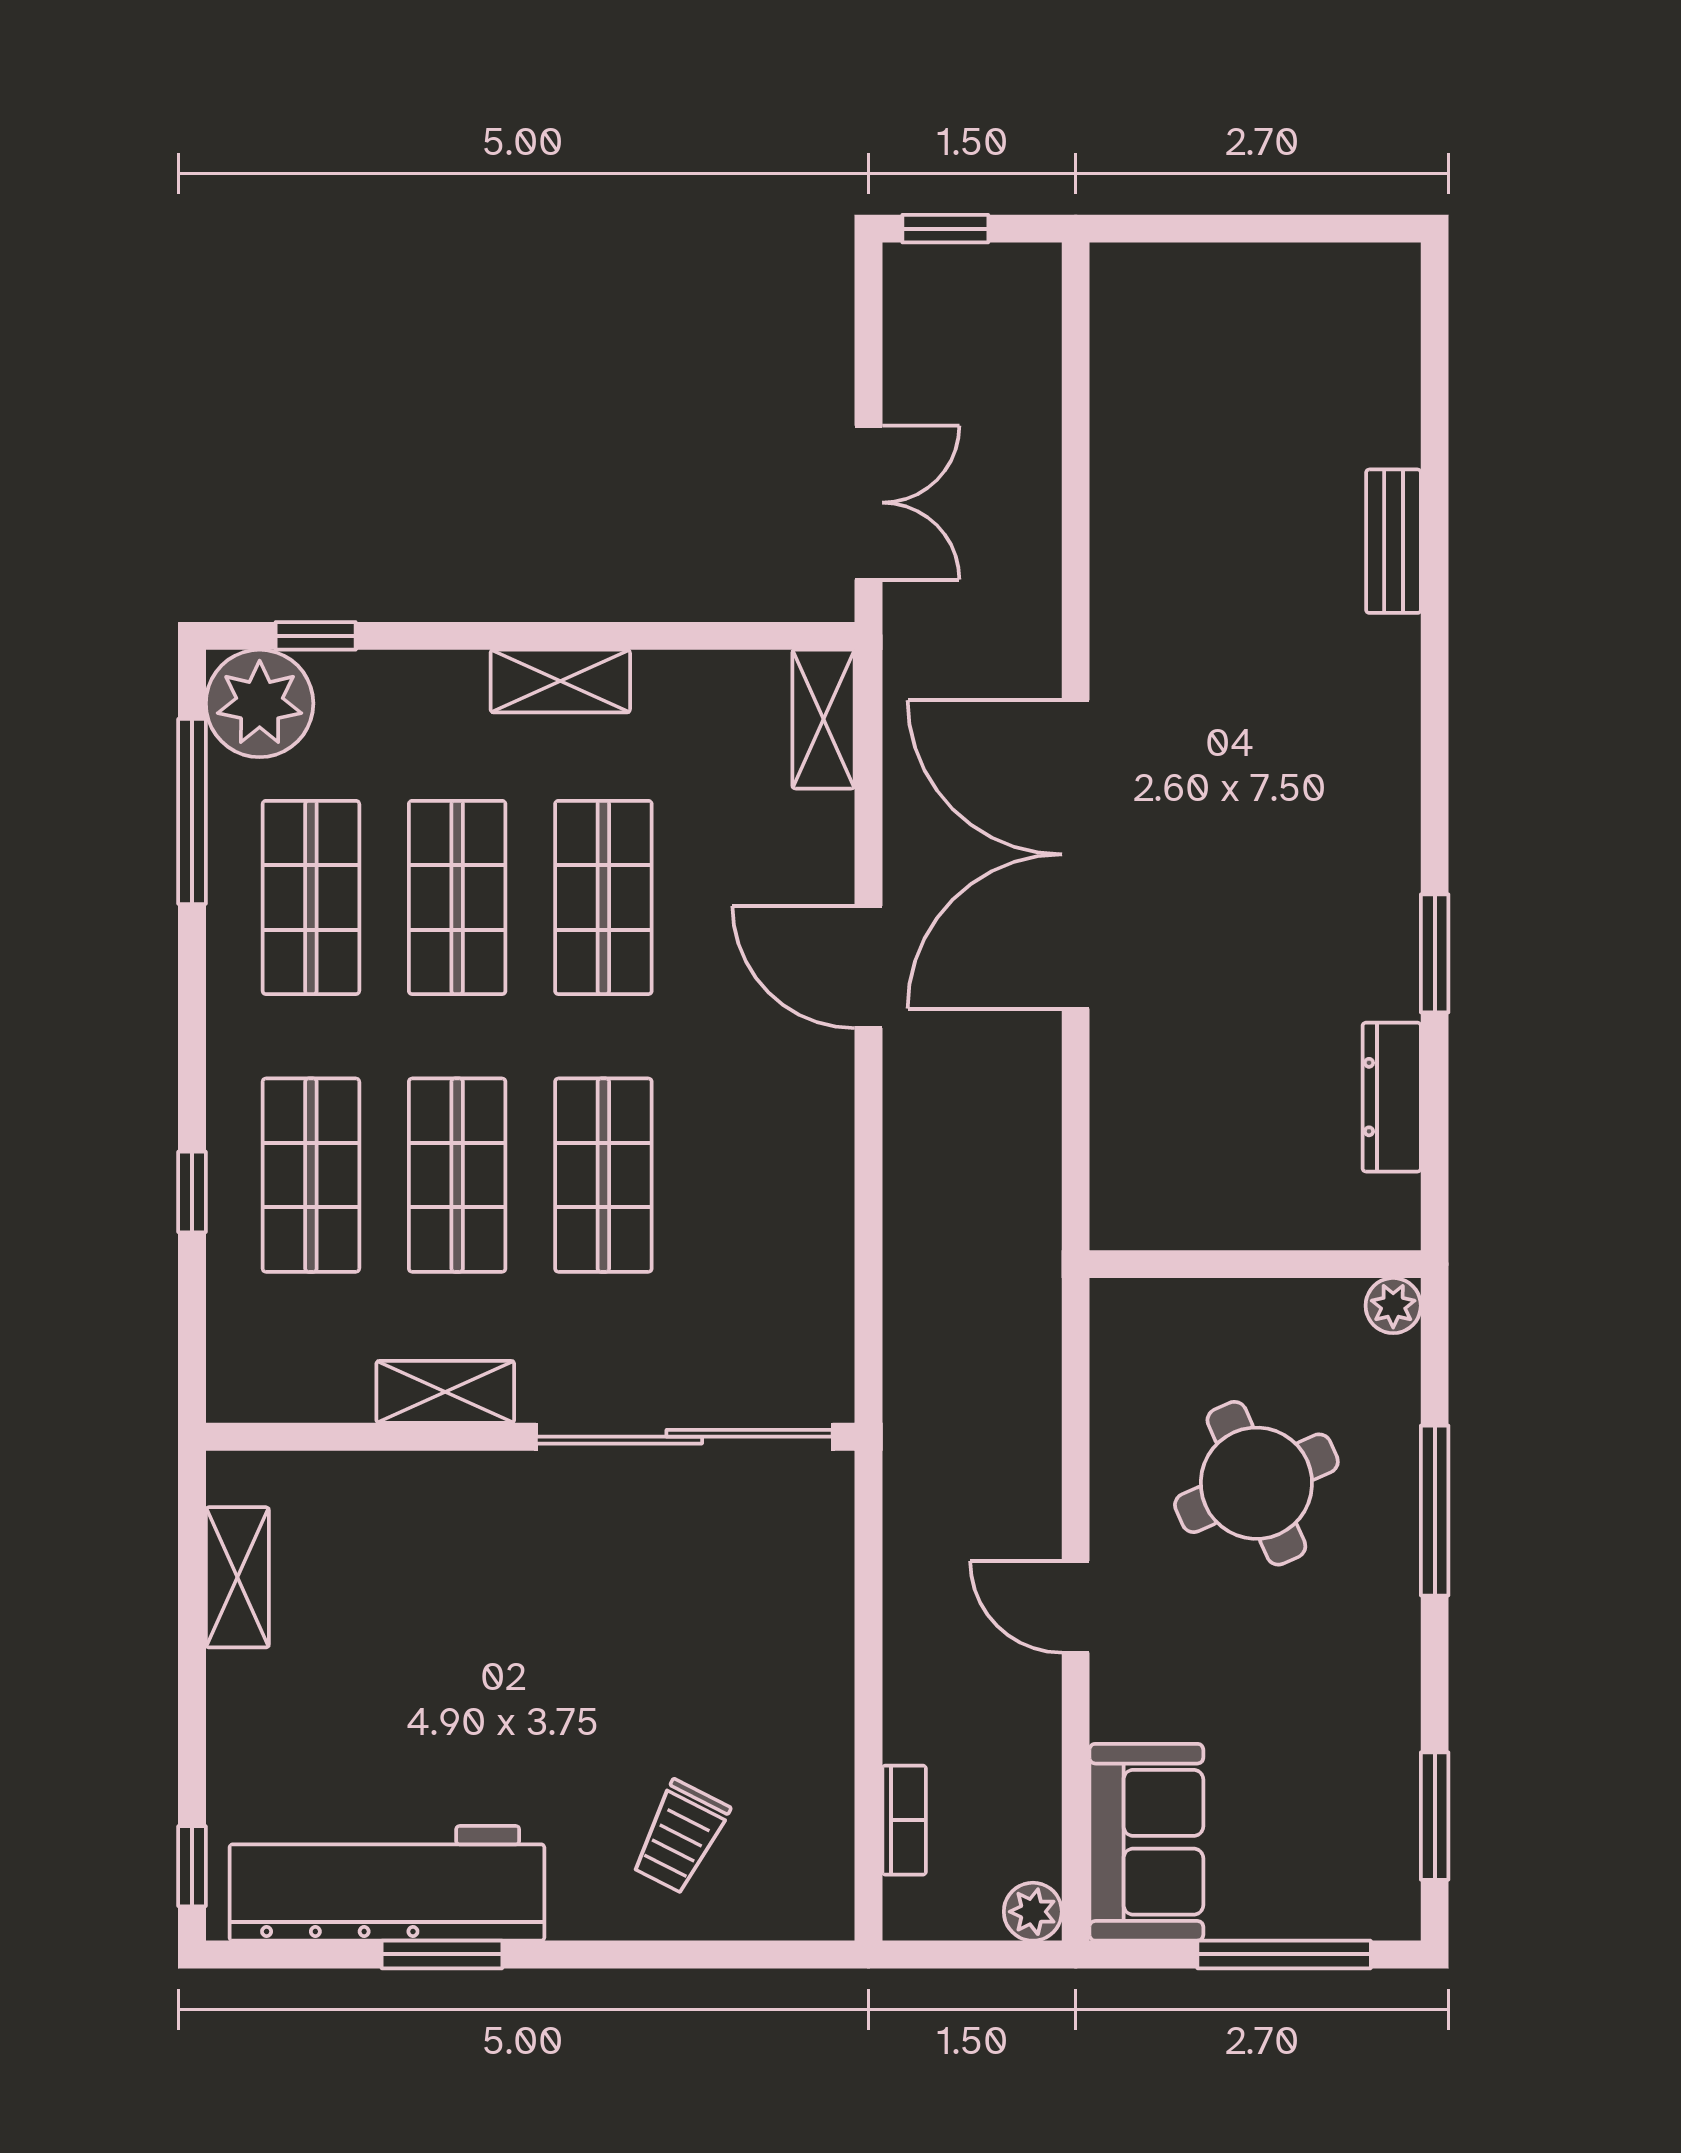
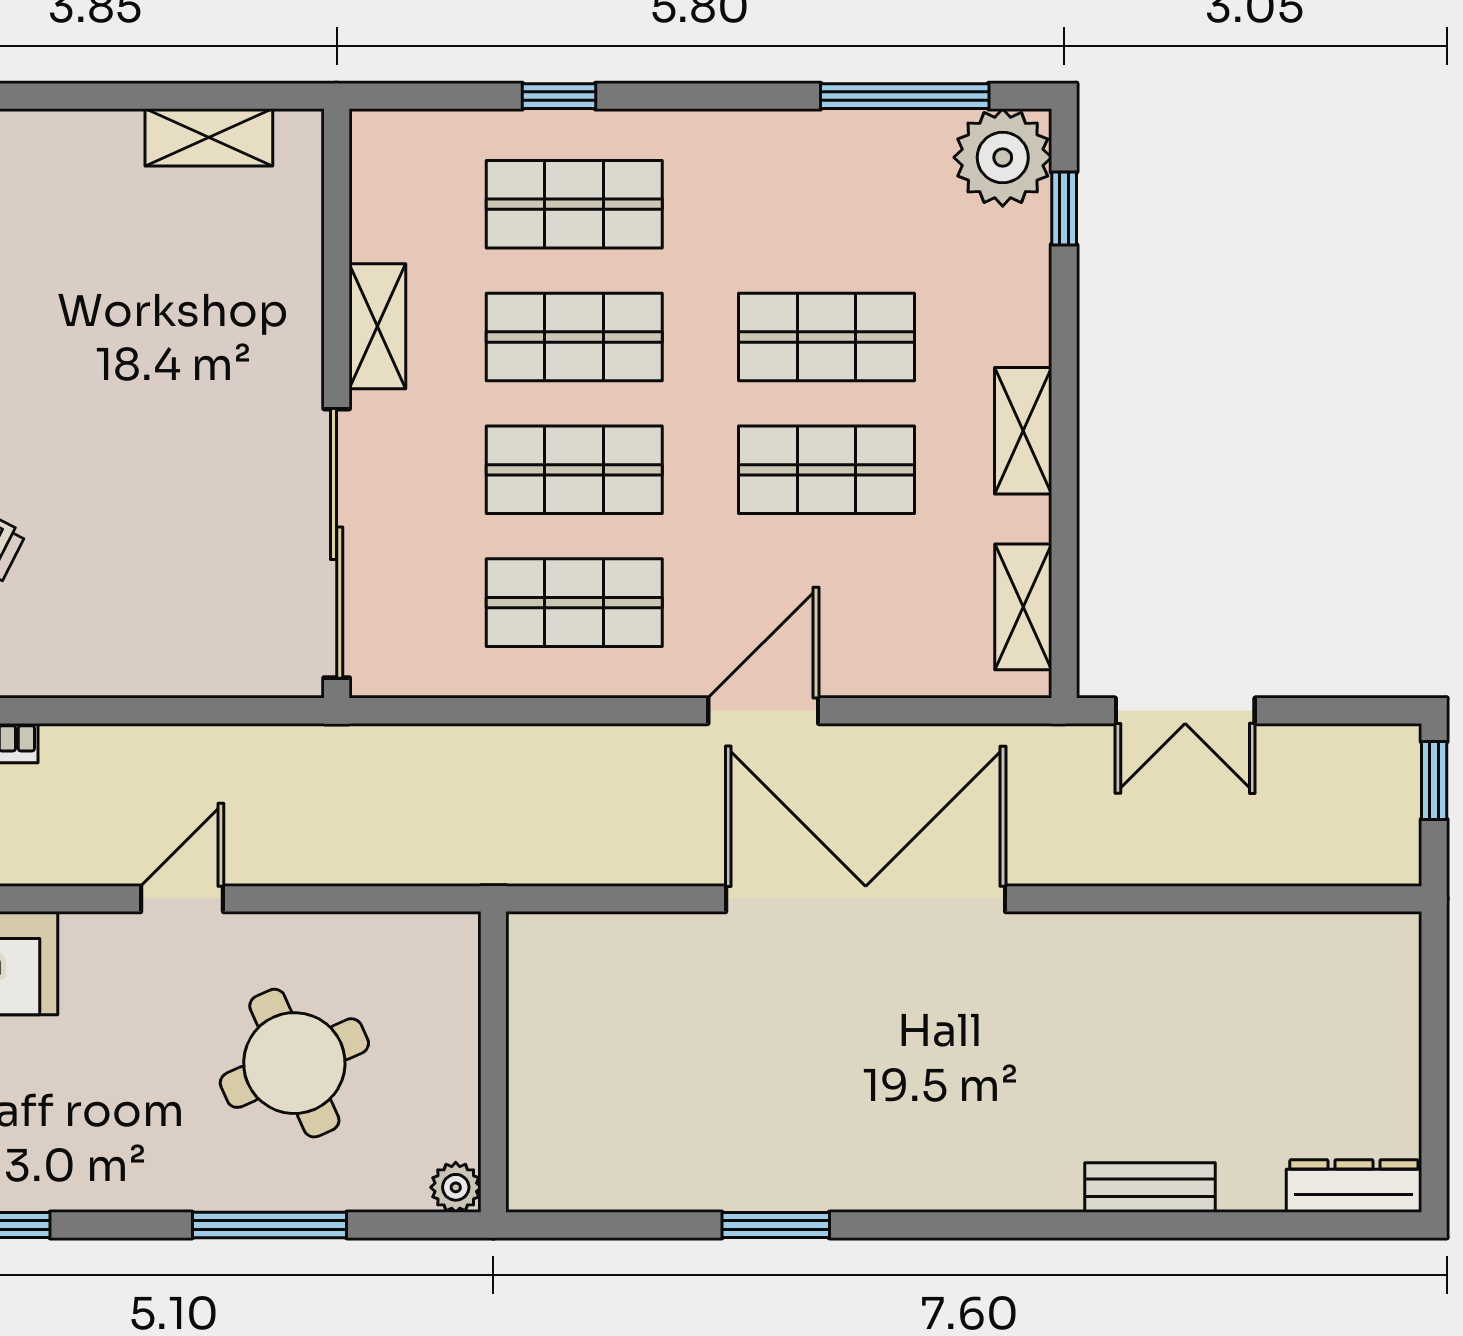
shelving: (823, 719) -> (1023, 607), moved, turned 90
shop shelf: (311, 897) -> (574, 603), moved
dresser: (1392, 1097) -> (1354, 1186), moved

